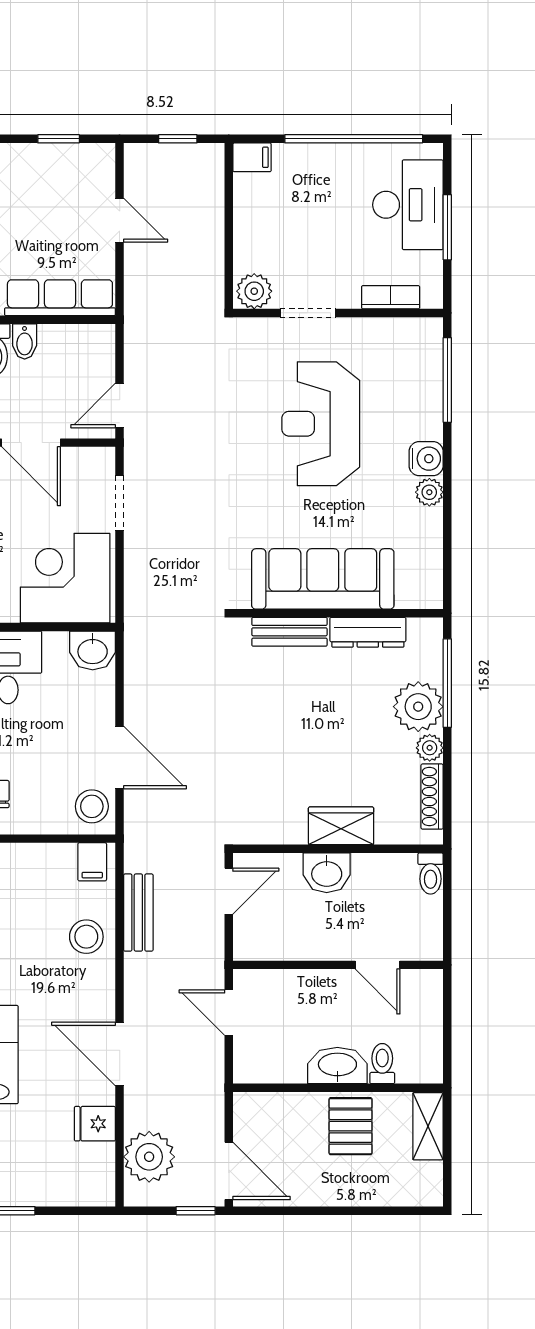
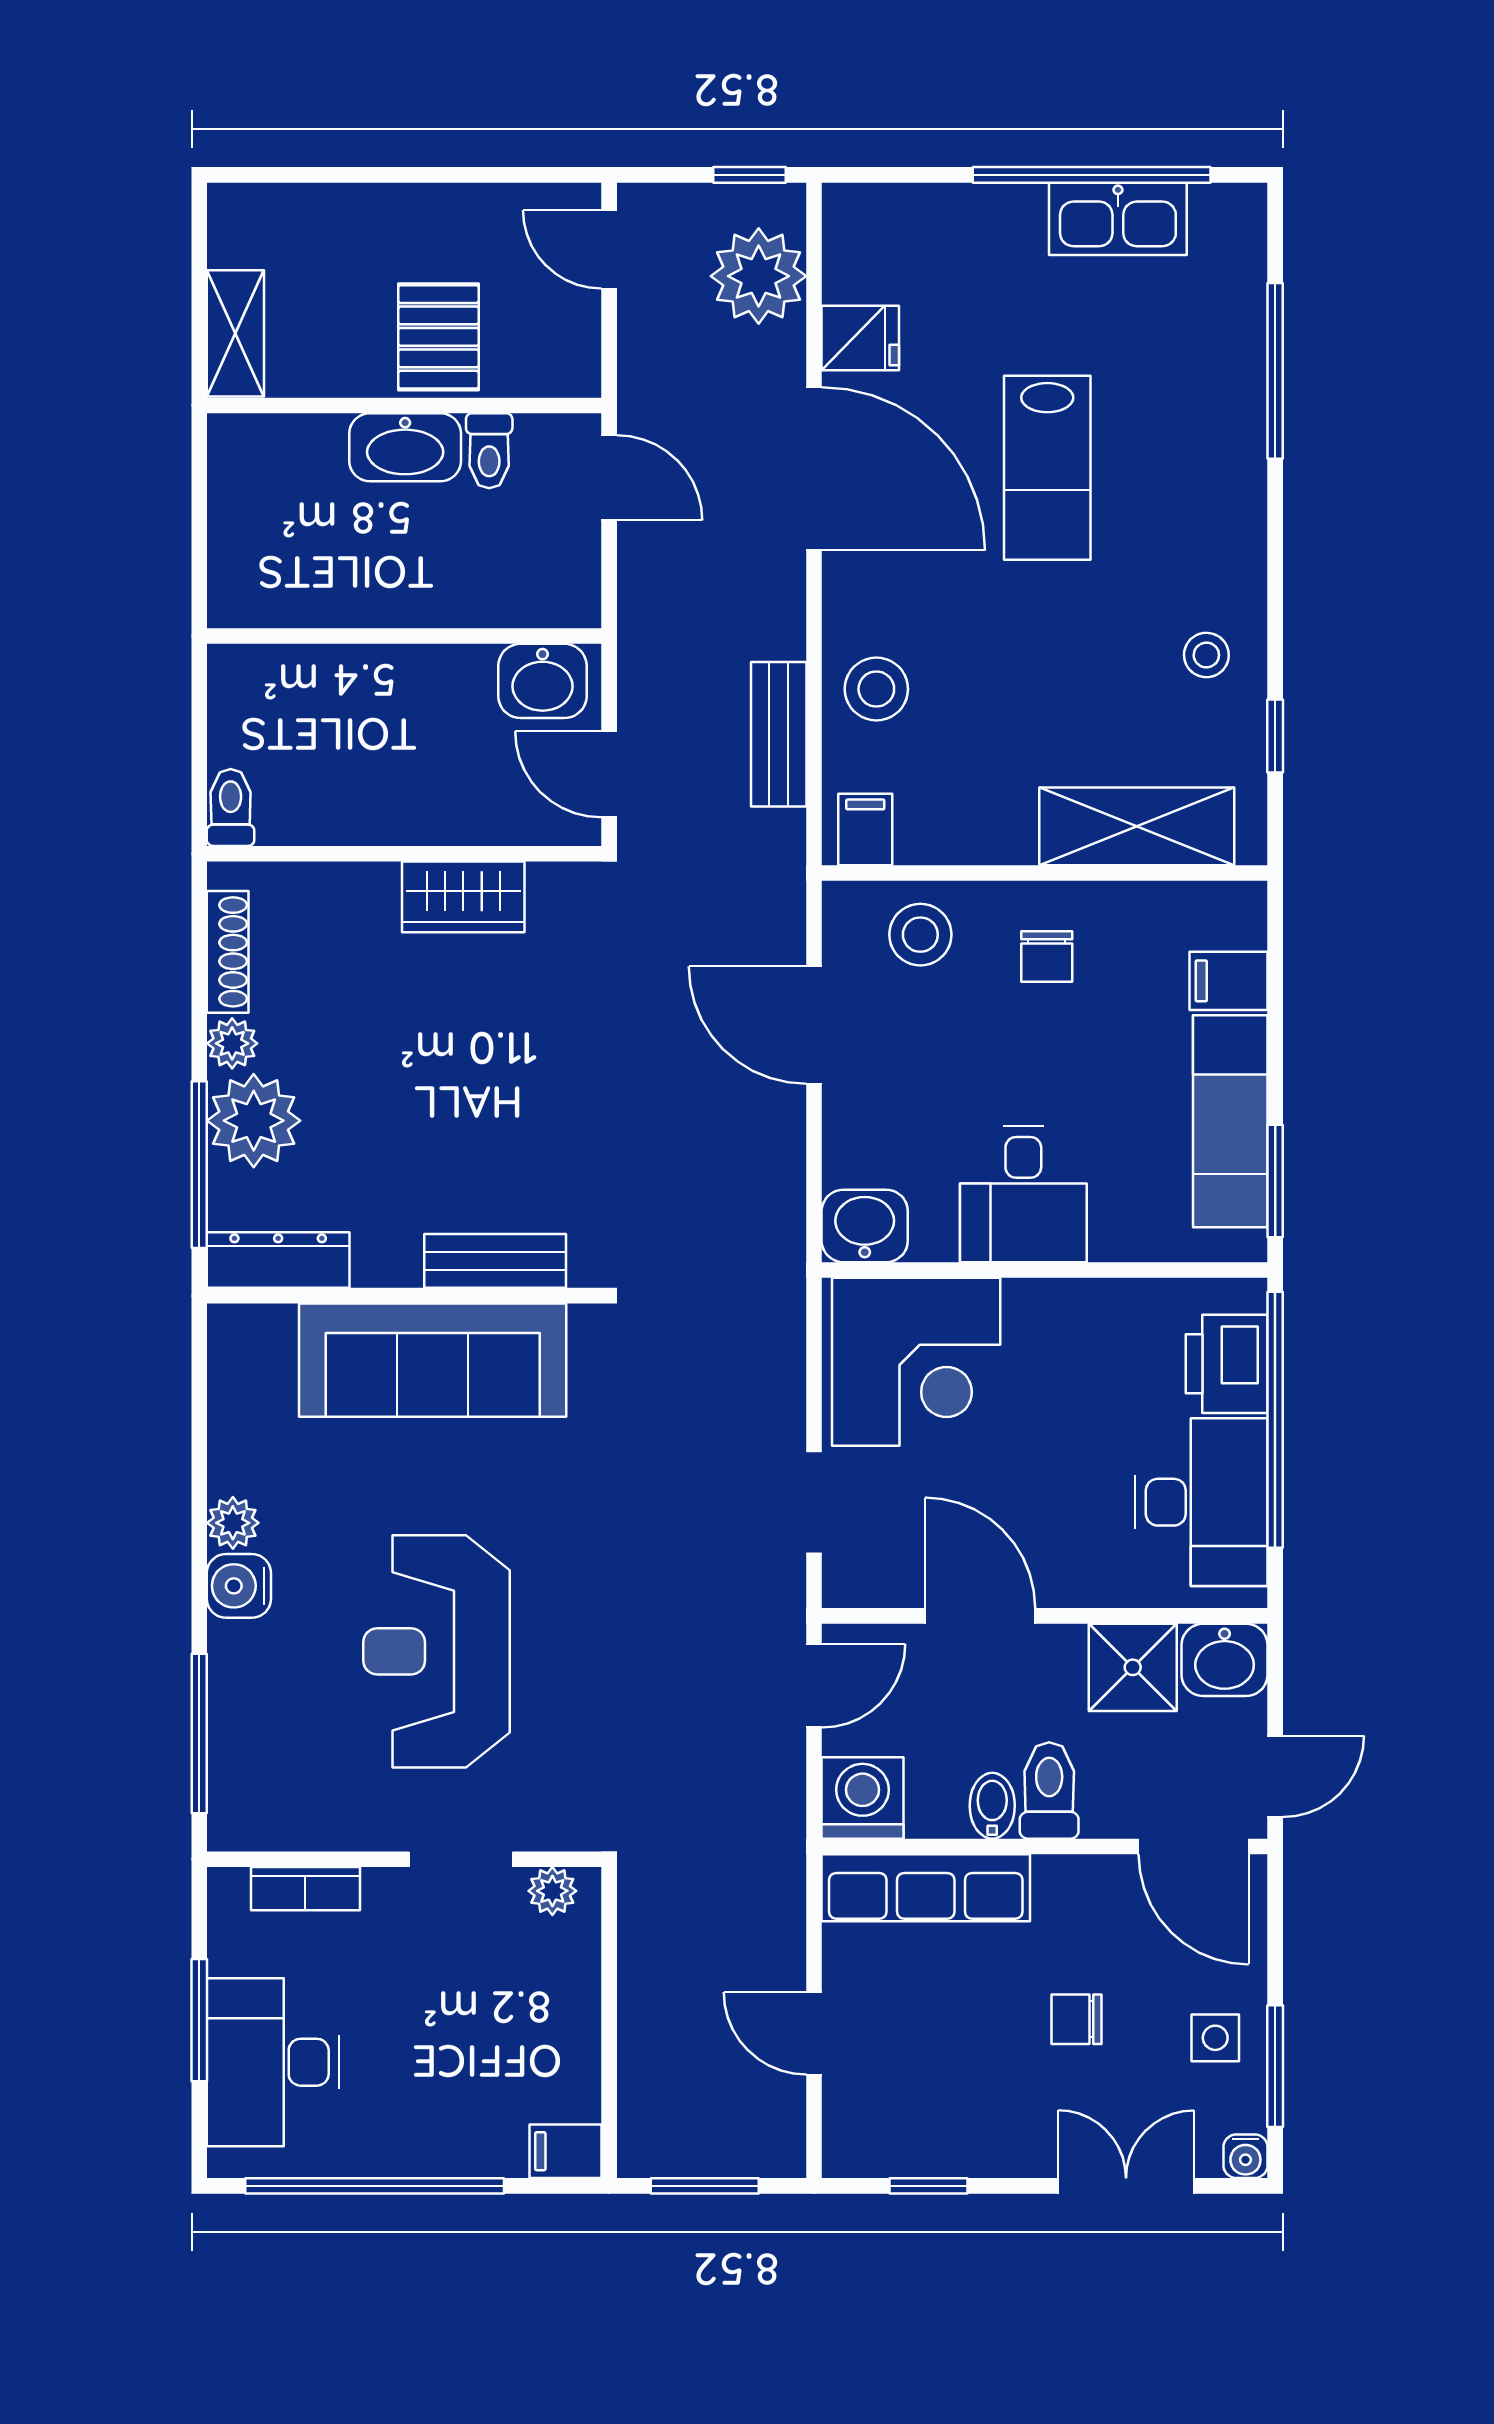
window: (178, 139) -> (705, 2186), width x1.50
plant: (254, 291) -> (552, 1891), width x0.73, depth x0.73
washing machine: (94, 346) -> (862, 1798), added
reception desk: (321, 424) -> (437, 1651), turned 180
dresser: (368, 632) -> (278, 1260), moved
stool: (92, 806) -> (920, 935), moved
wardrobe: (341, 826) -> (463, 897), moved
washbasin: (327, 873) -> (542, 681), moved, turned 180
door: (229, 891) -> (609, 774), hinge flipped
door: (377, 965) -> (330, 636), removed
door: (229, 1013) -> (609, 478), moved
door: (120, 1054) -> (814, 469), width x1.36
toilet: (382, 1064) -> (489, 451), moved
pallet: (351, 1126) -> (439, 337), moved
door: (229, 1171) -> (609, 250), width x0.73
window: (196, 1211) -> (749, 175), moved

